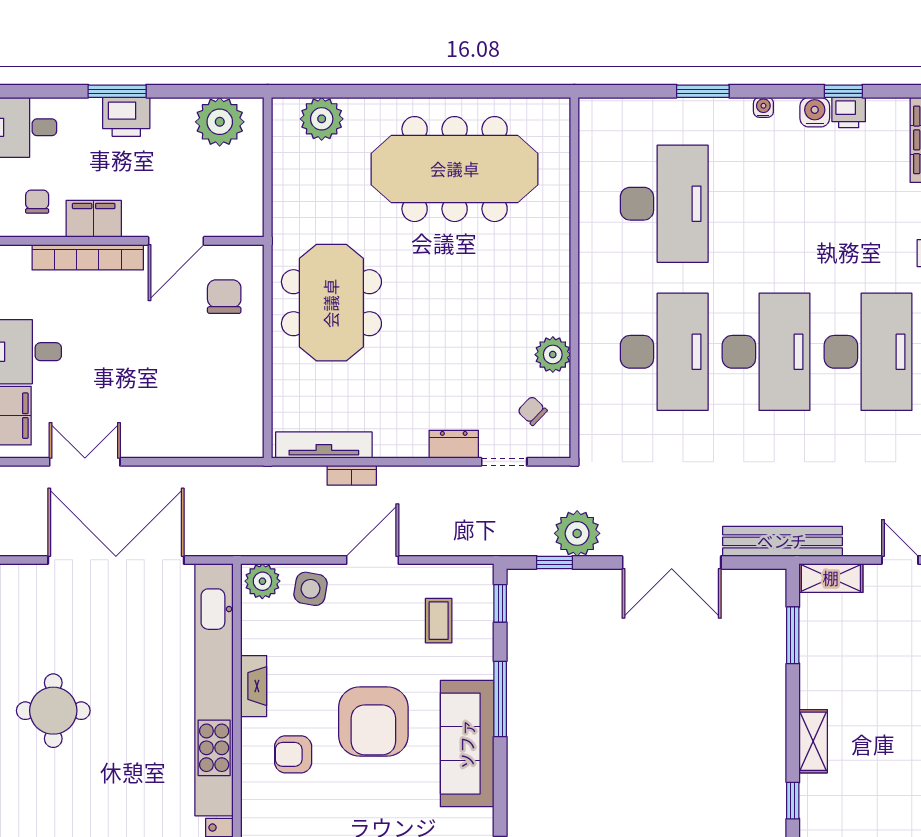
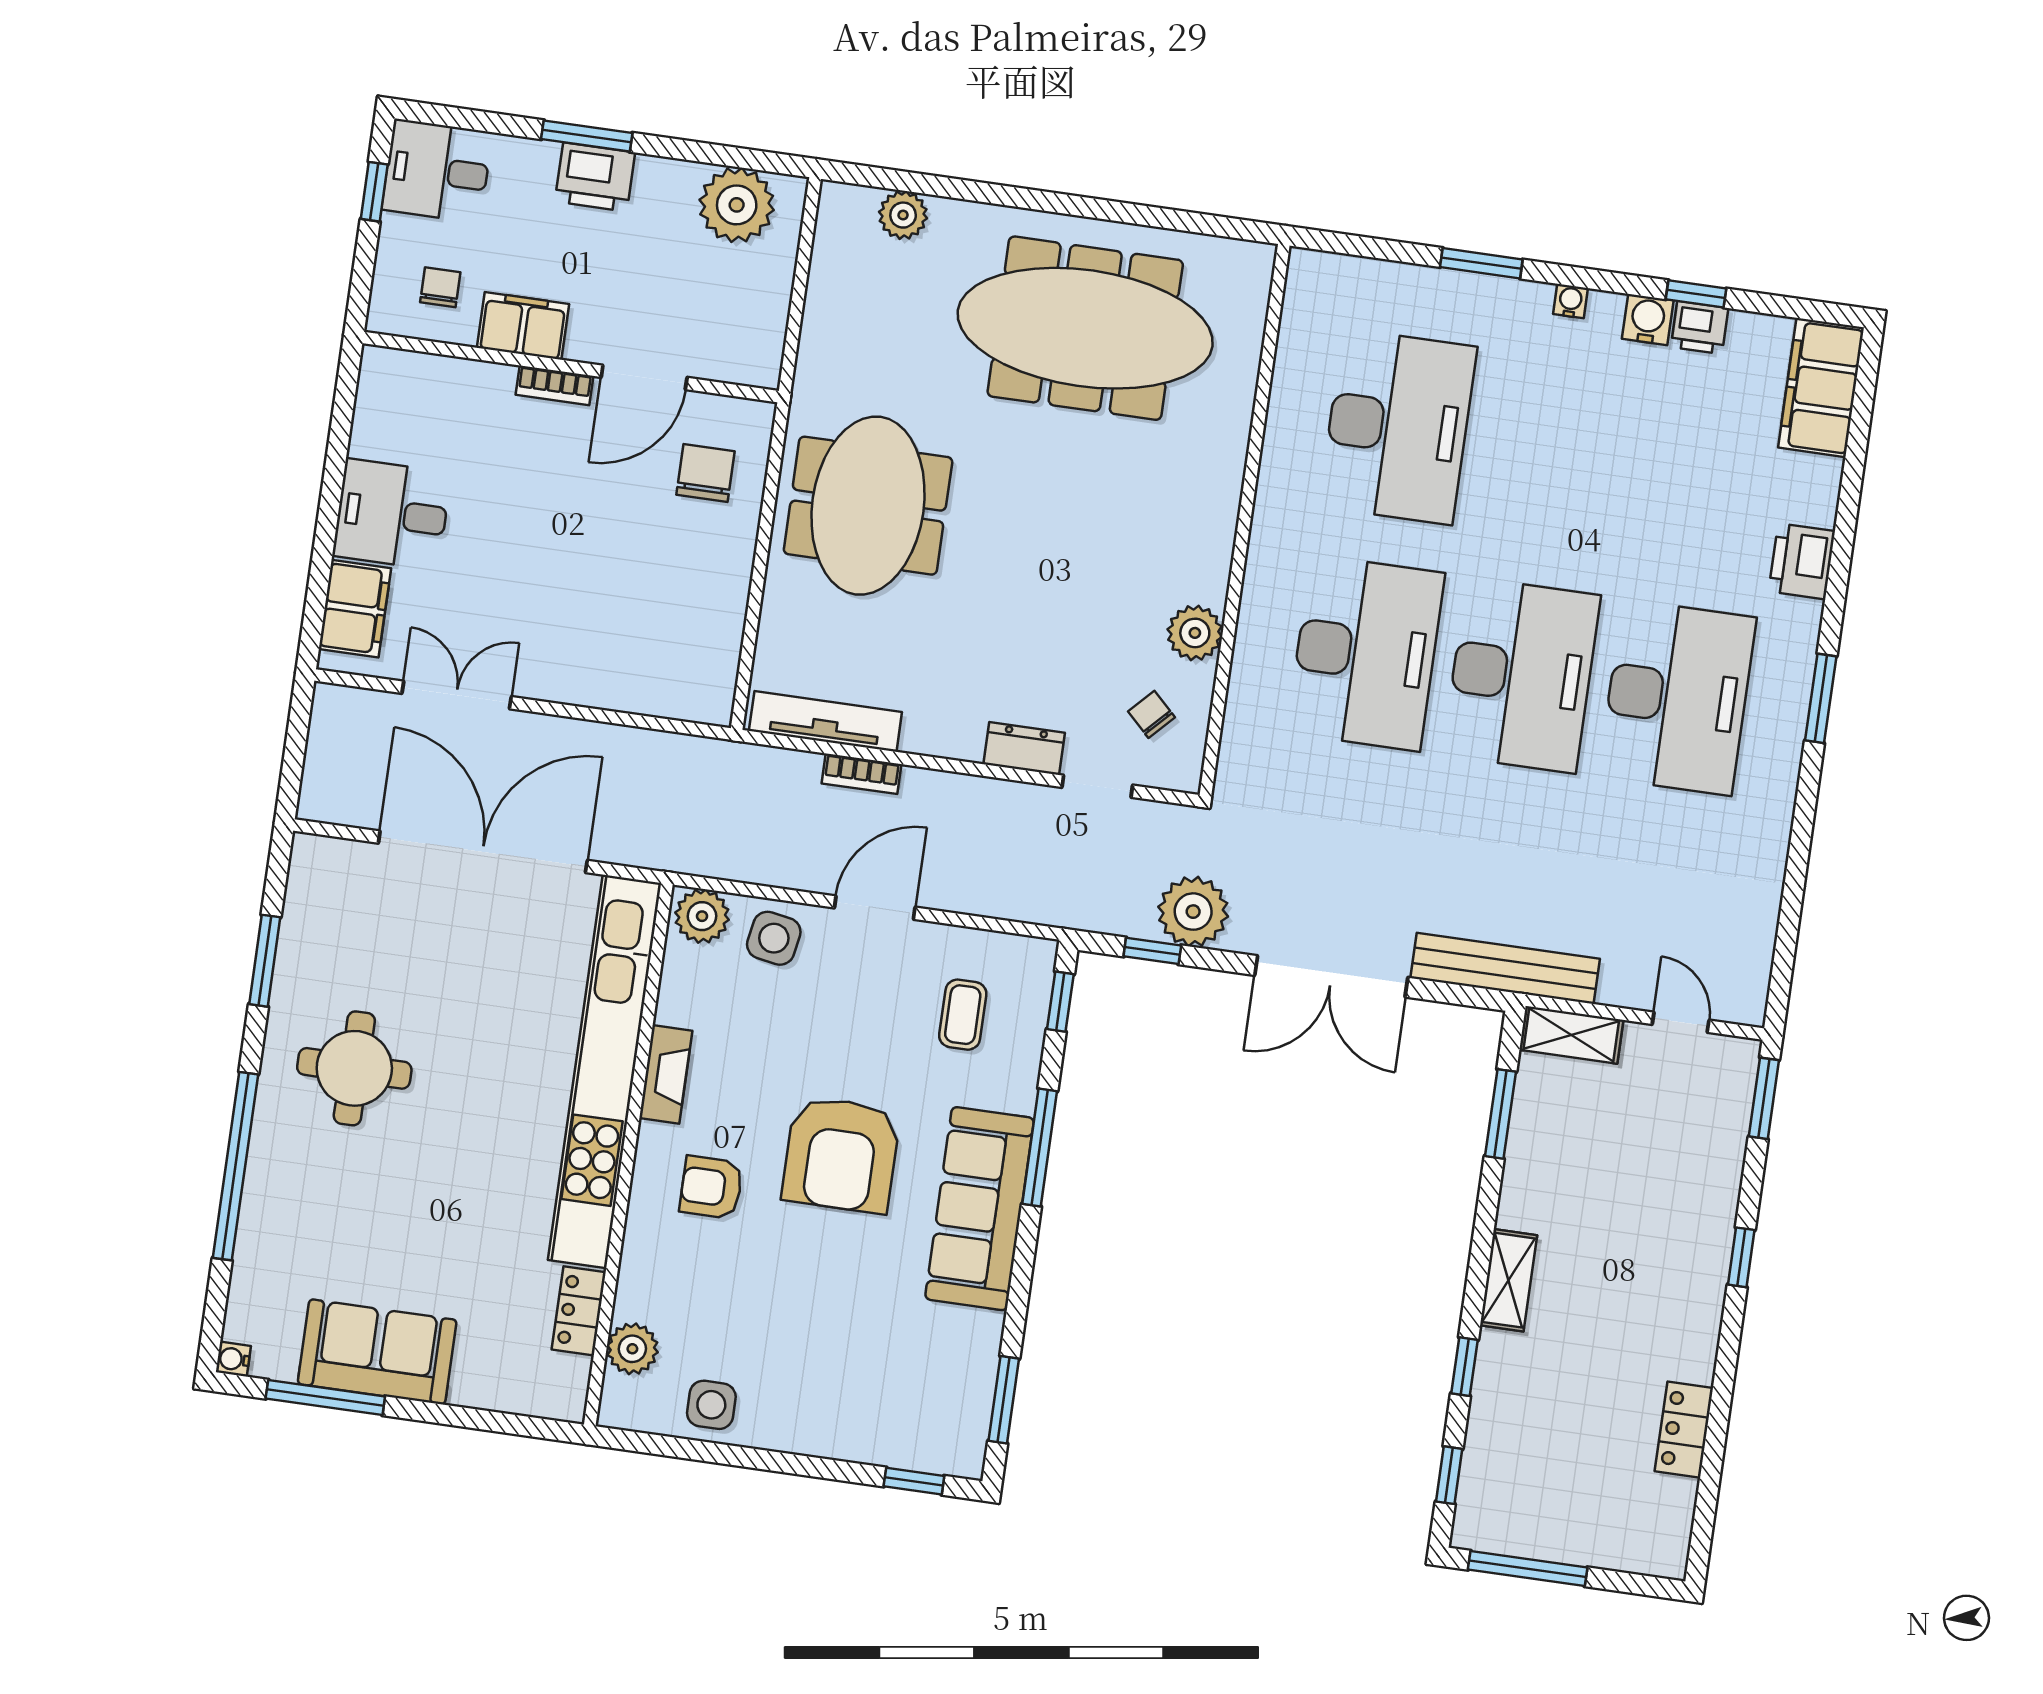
plant: (322, 119) -> (903, 215), width x0.73, depth x0.73
bookcase: (88, 257) -> (555, 385), width x0.43, depth x0.76

